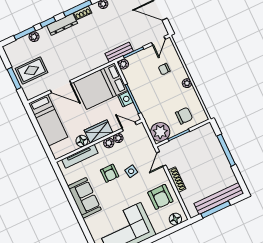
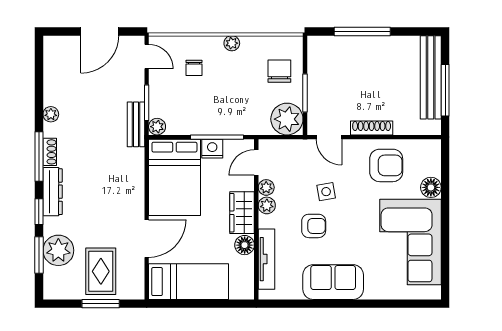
plant: (34, 37) -> (58, 250), width x1.88, depth x1.88
floor lamp: (175, 219) -> (431, 187), moved

